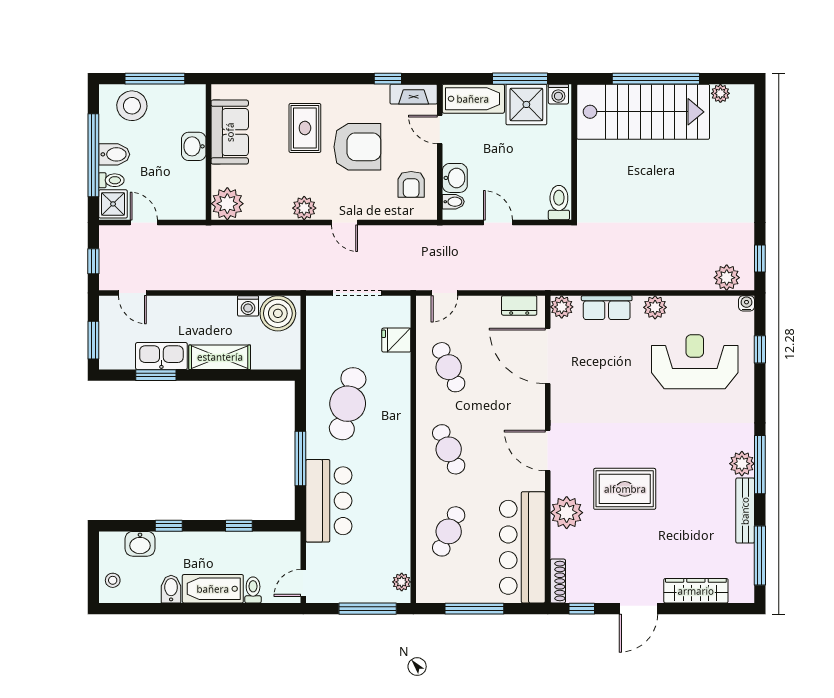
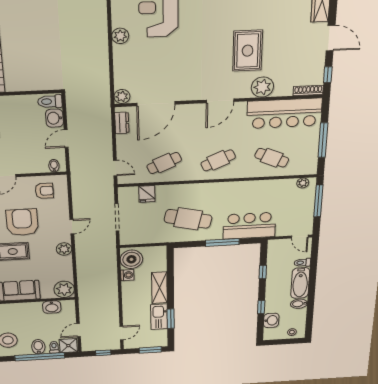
washbasin: (194, 146) -> (52, 307), moved
washbasin: (455, 178) -> (54, 118), moved, turned -90
row of seats: (607, 308) -> (122, 68), removed

